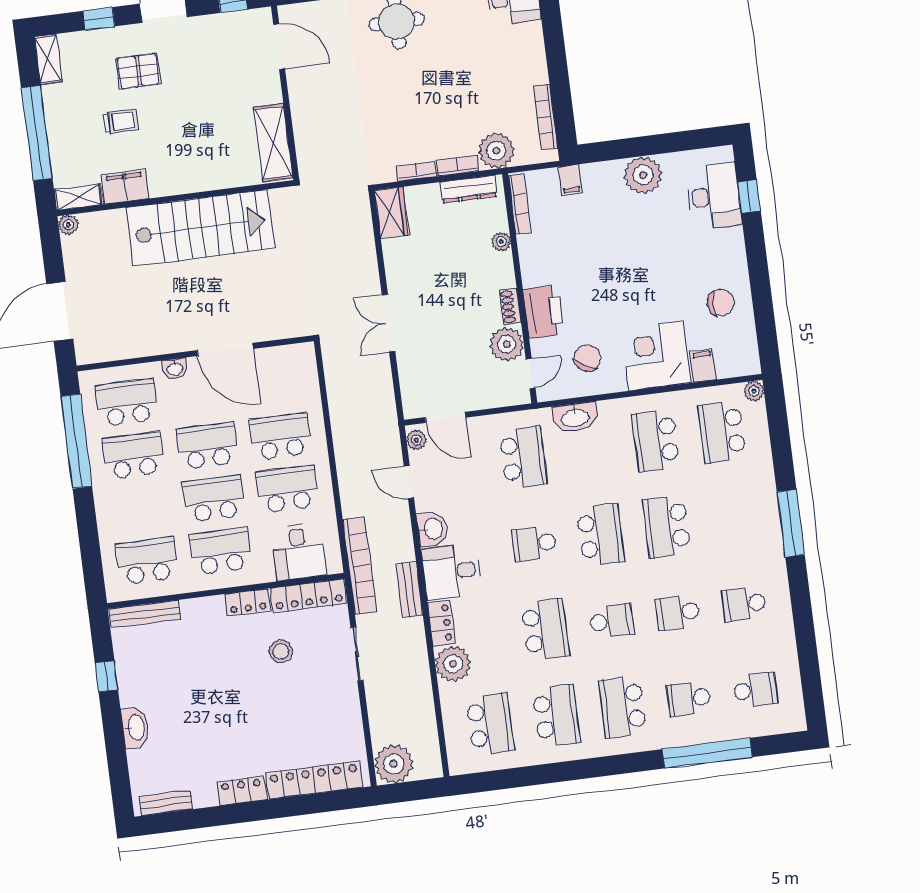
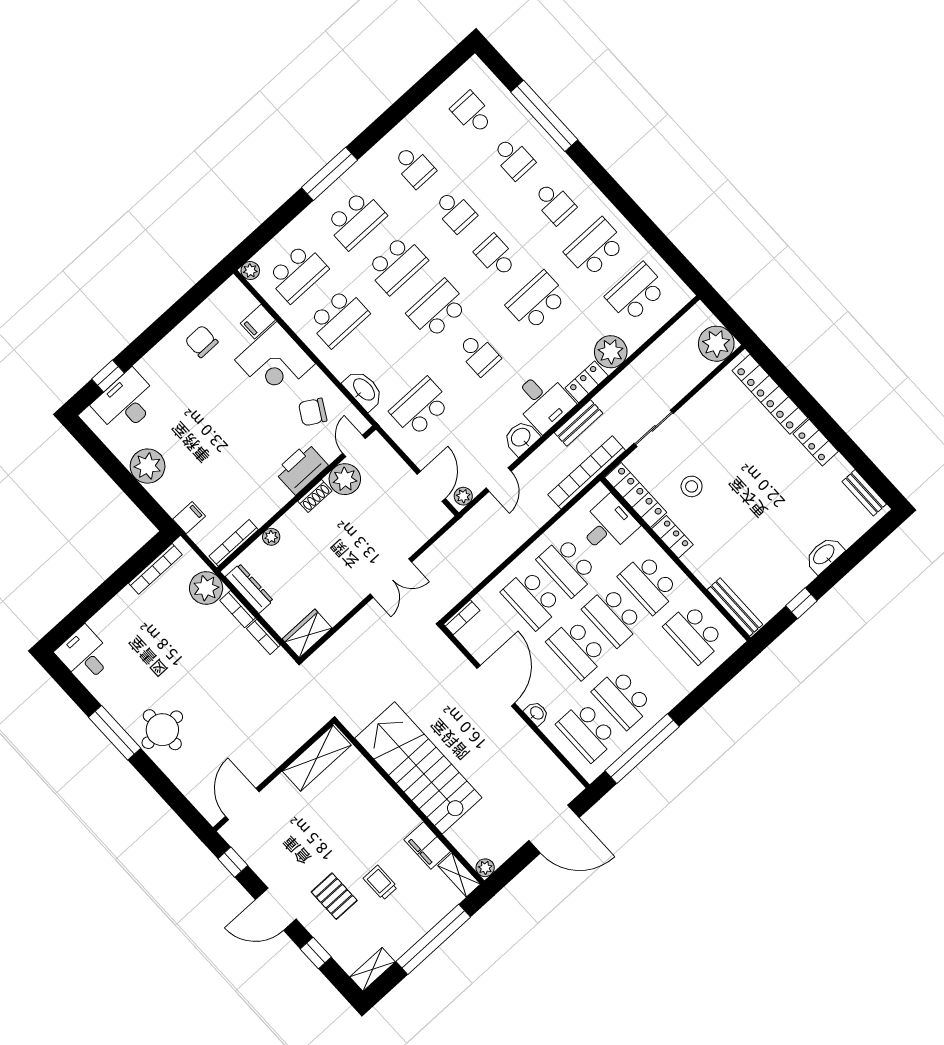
bookcase: (309, 362) -> (462, 617), added
door: (531, 374) -> (354, 446), hinge flipped
school desk: (733, 518) -> (356, 220), added
school desk: (623, 707) -> (554, 203), width x0.54

